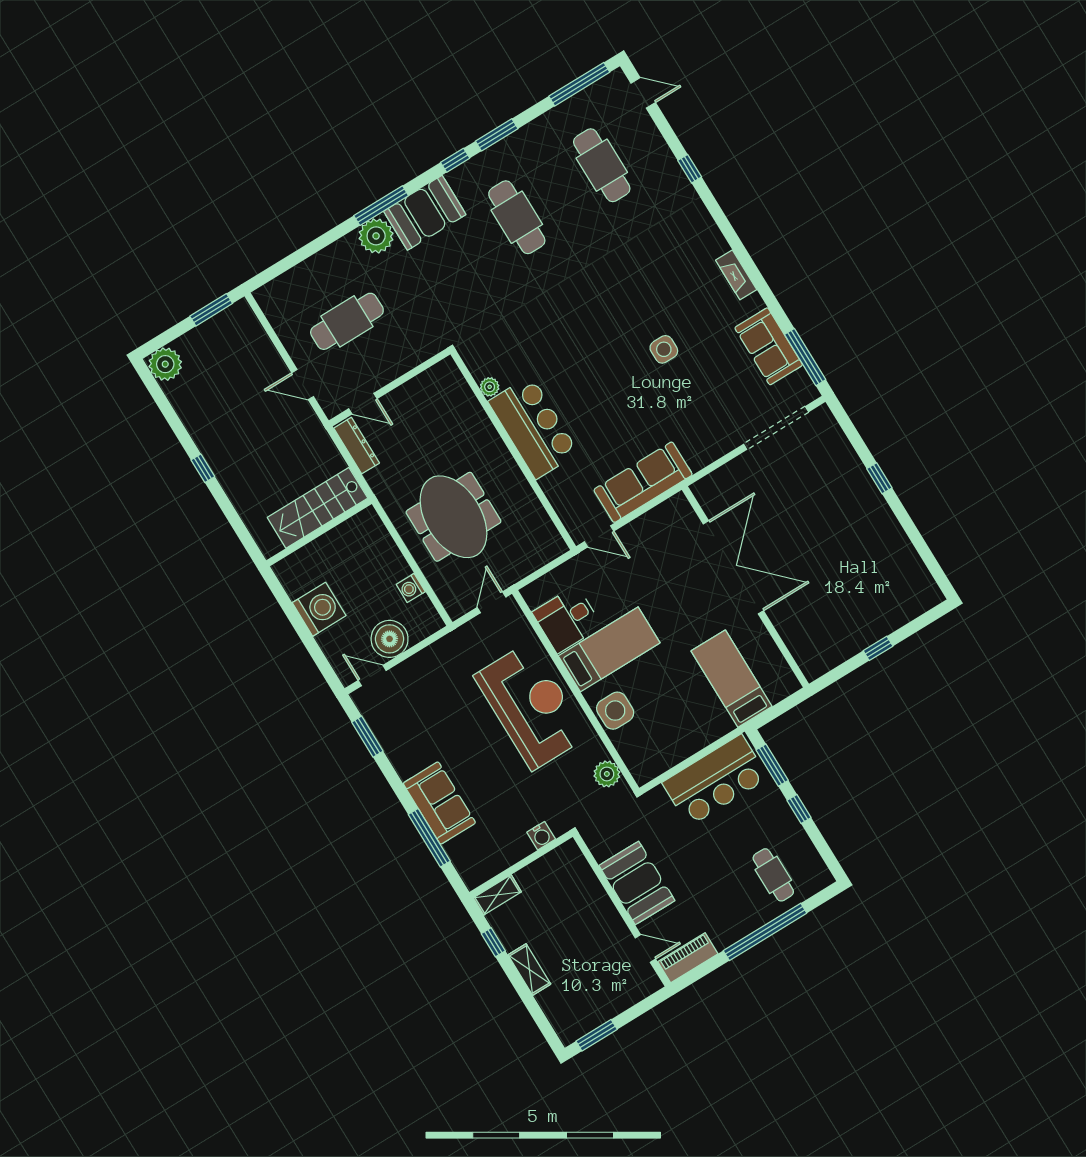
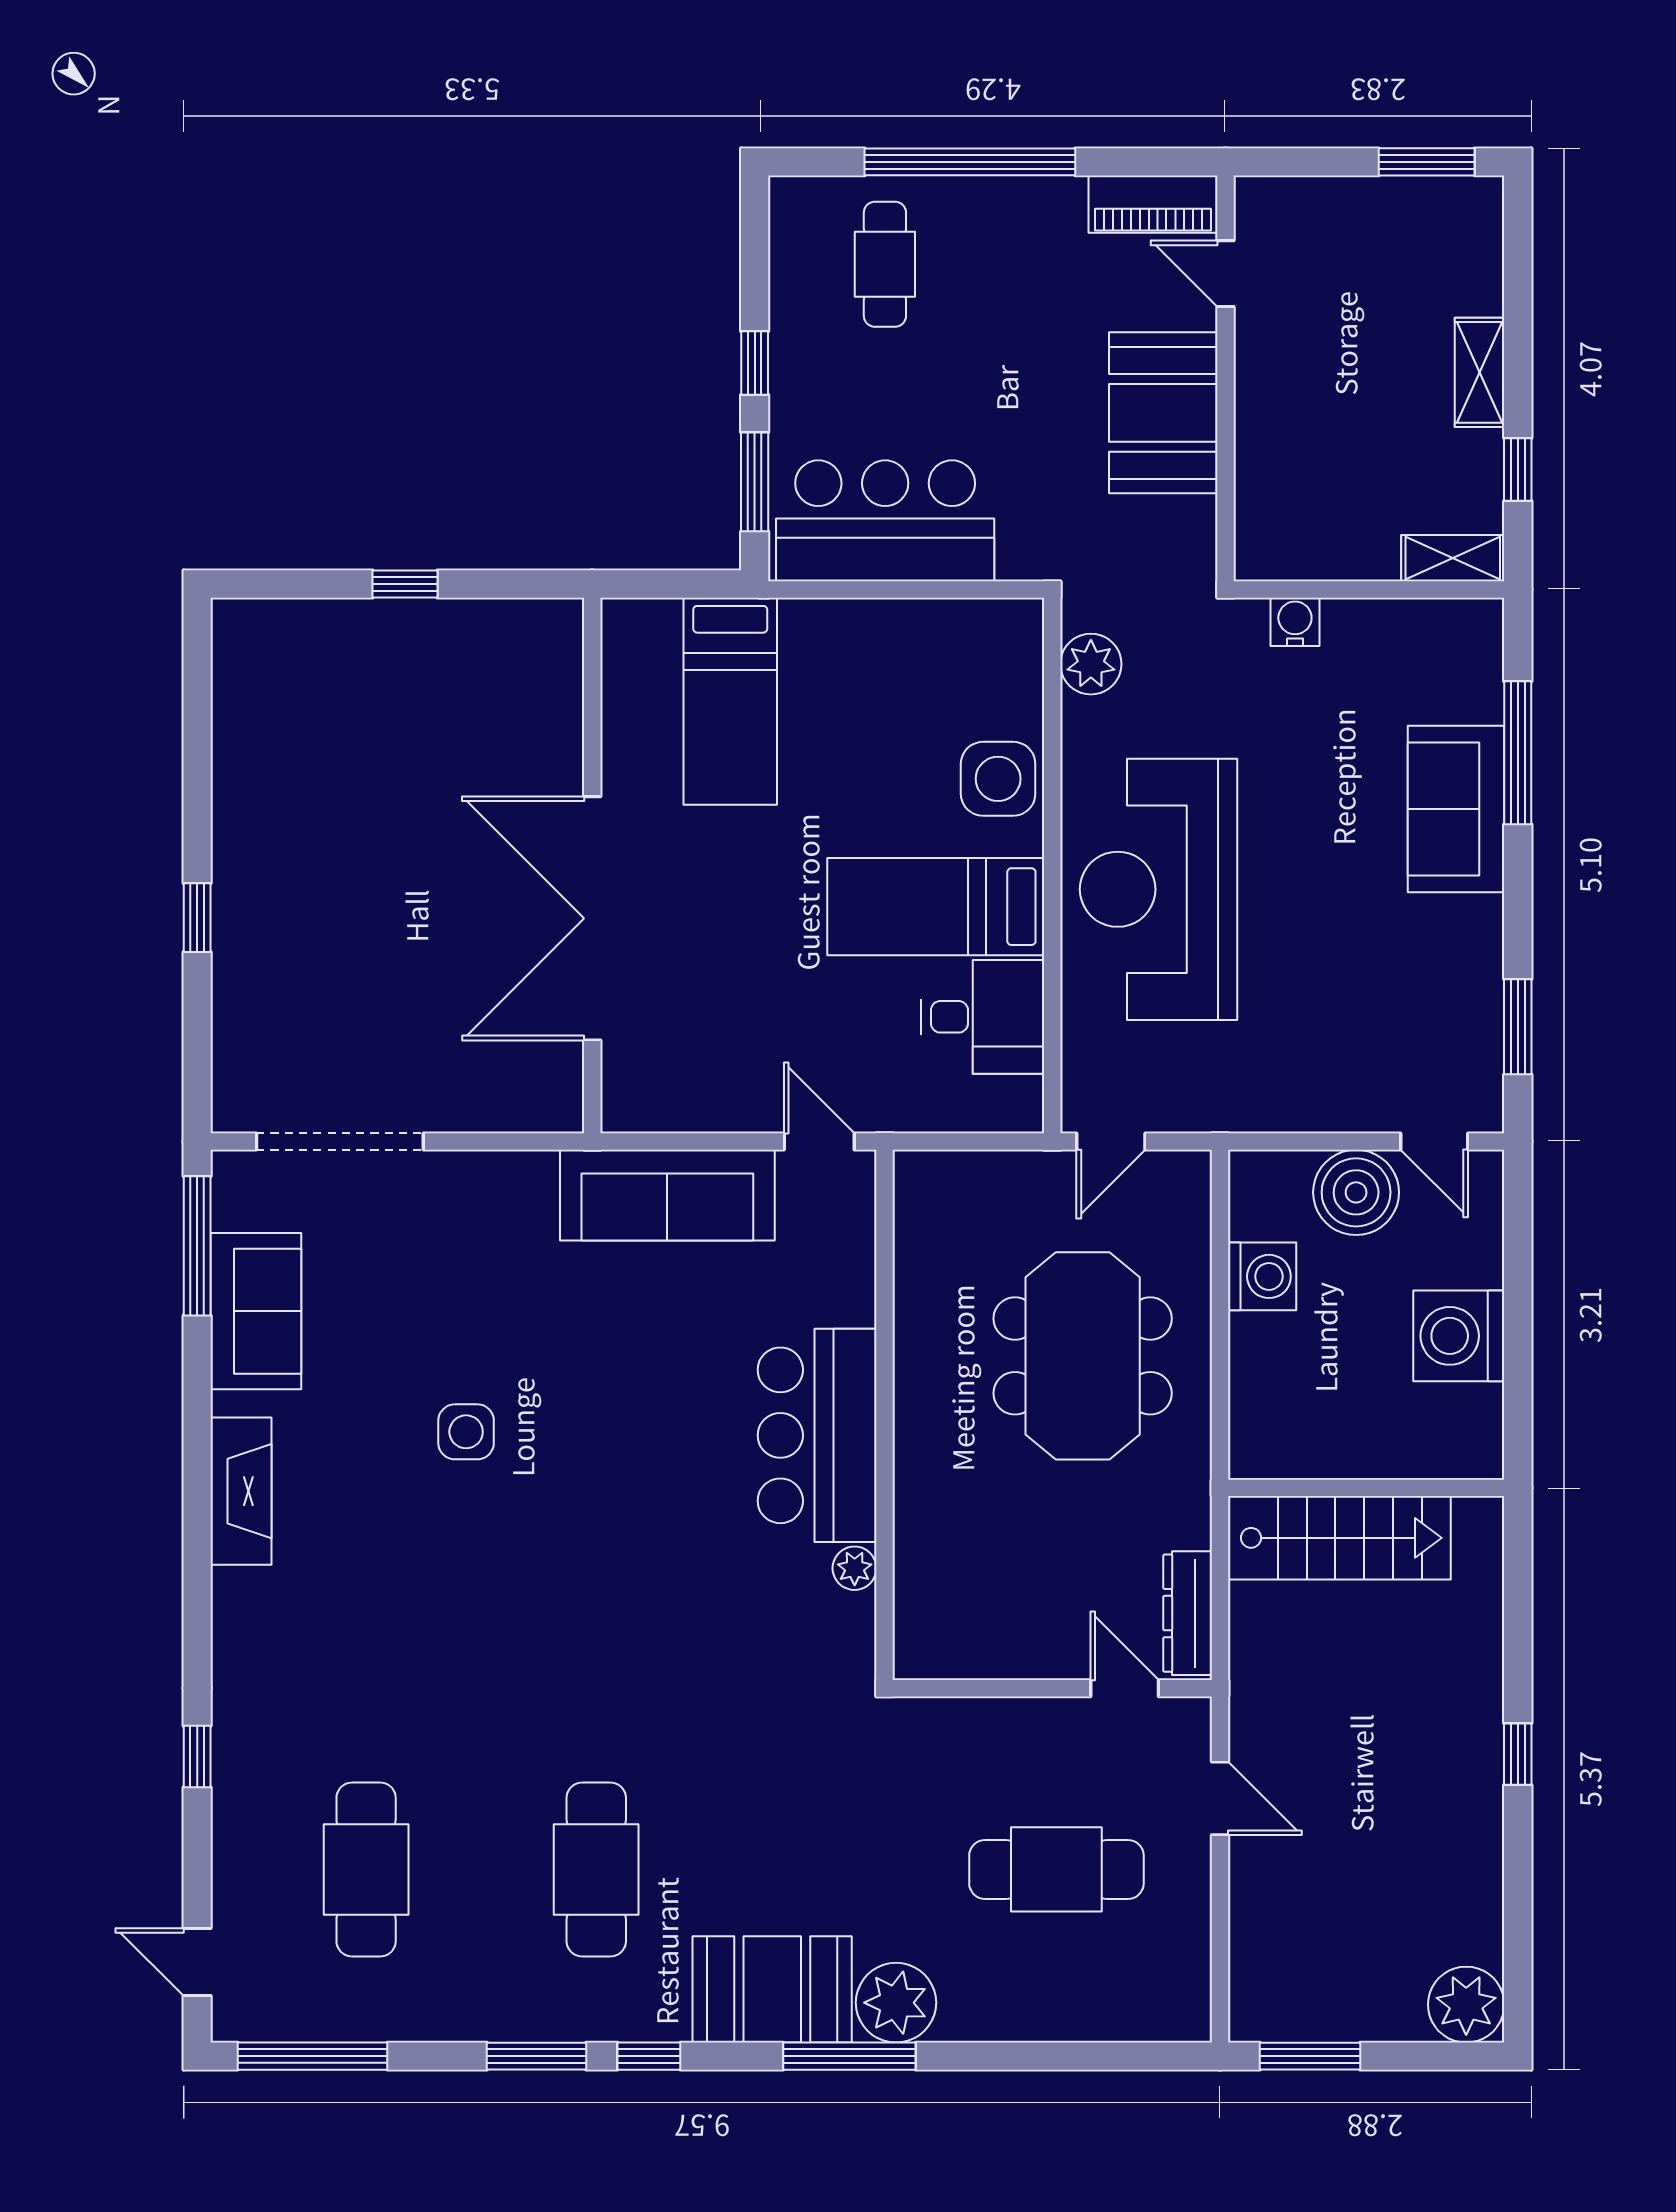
fireplace: (736, 275) -> (241, 1491), width x1.37, depth x1.32
washing machine: (411, 588) -> (1262, 1276), width x1.38, depth x1.38

